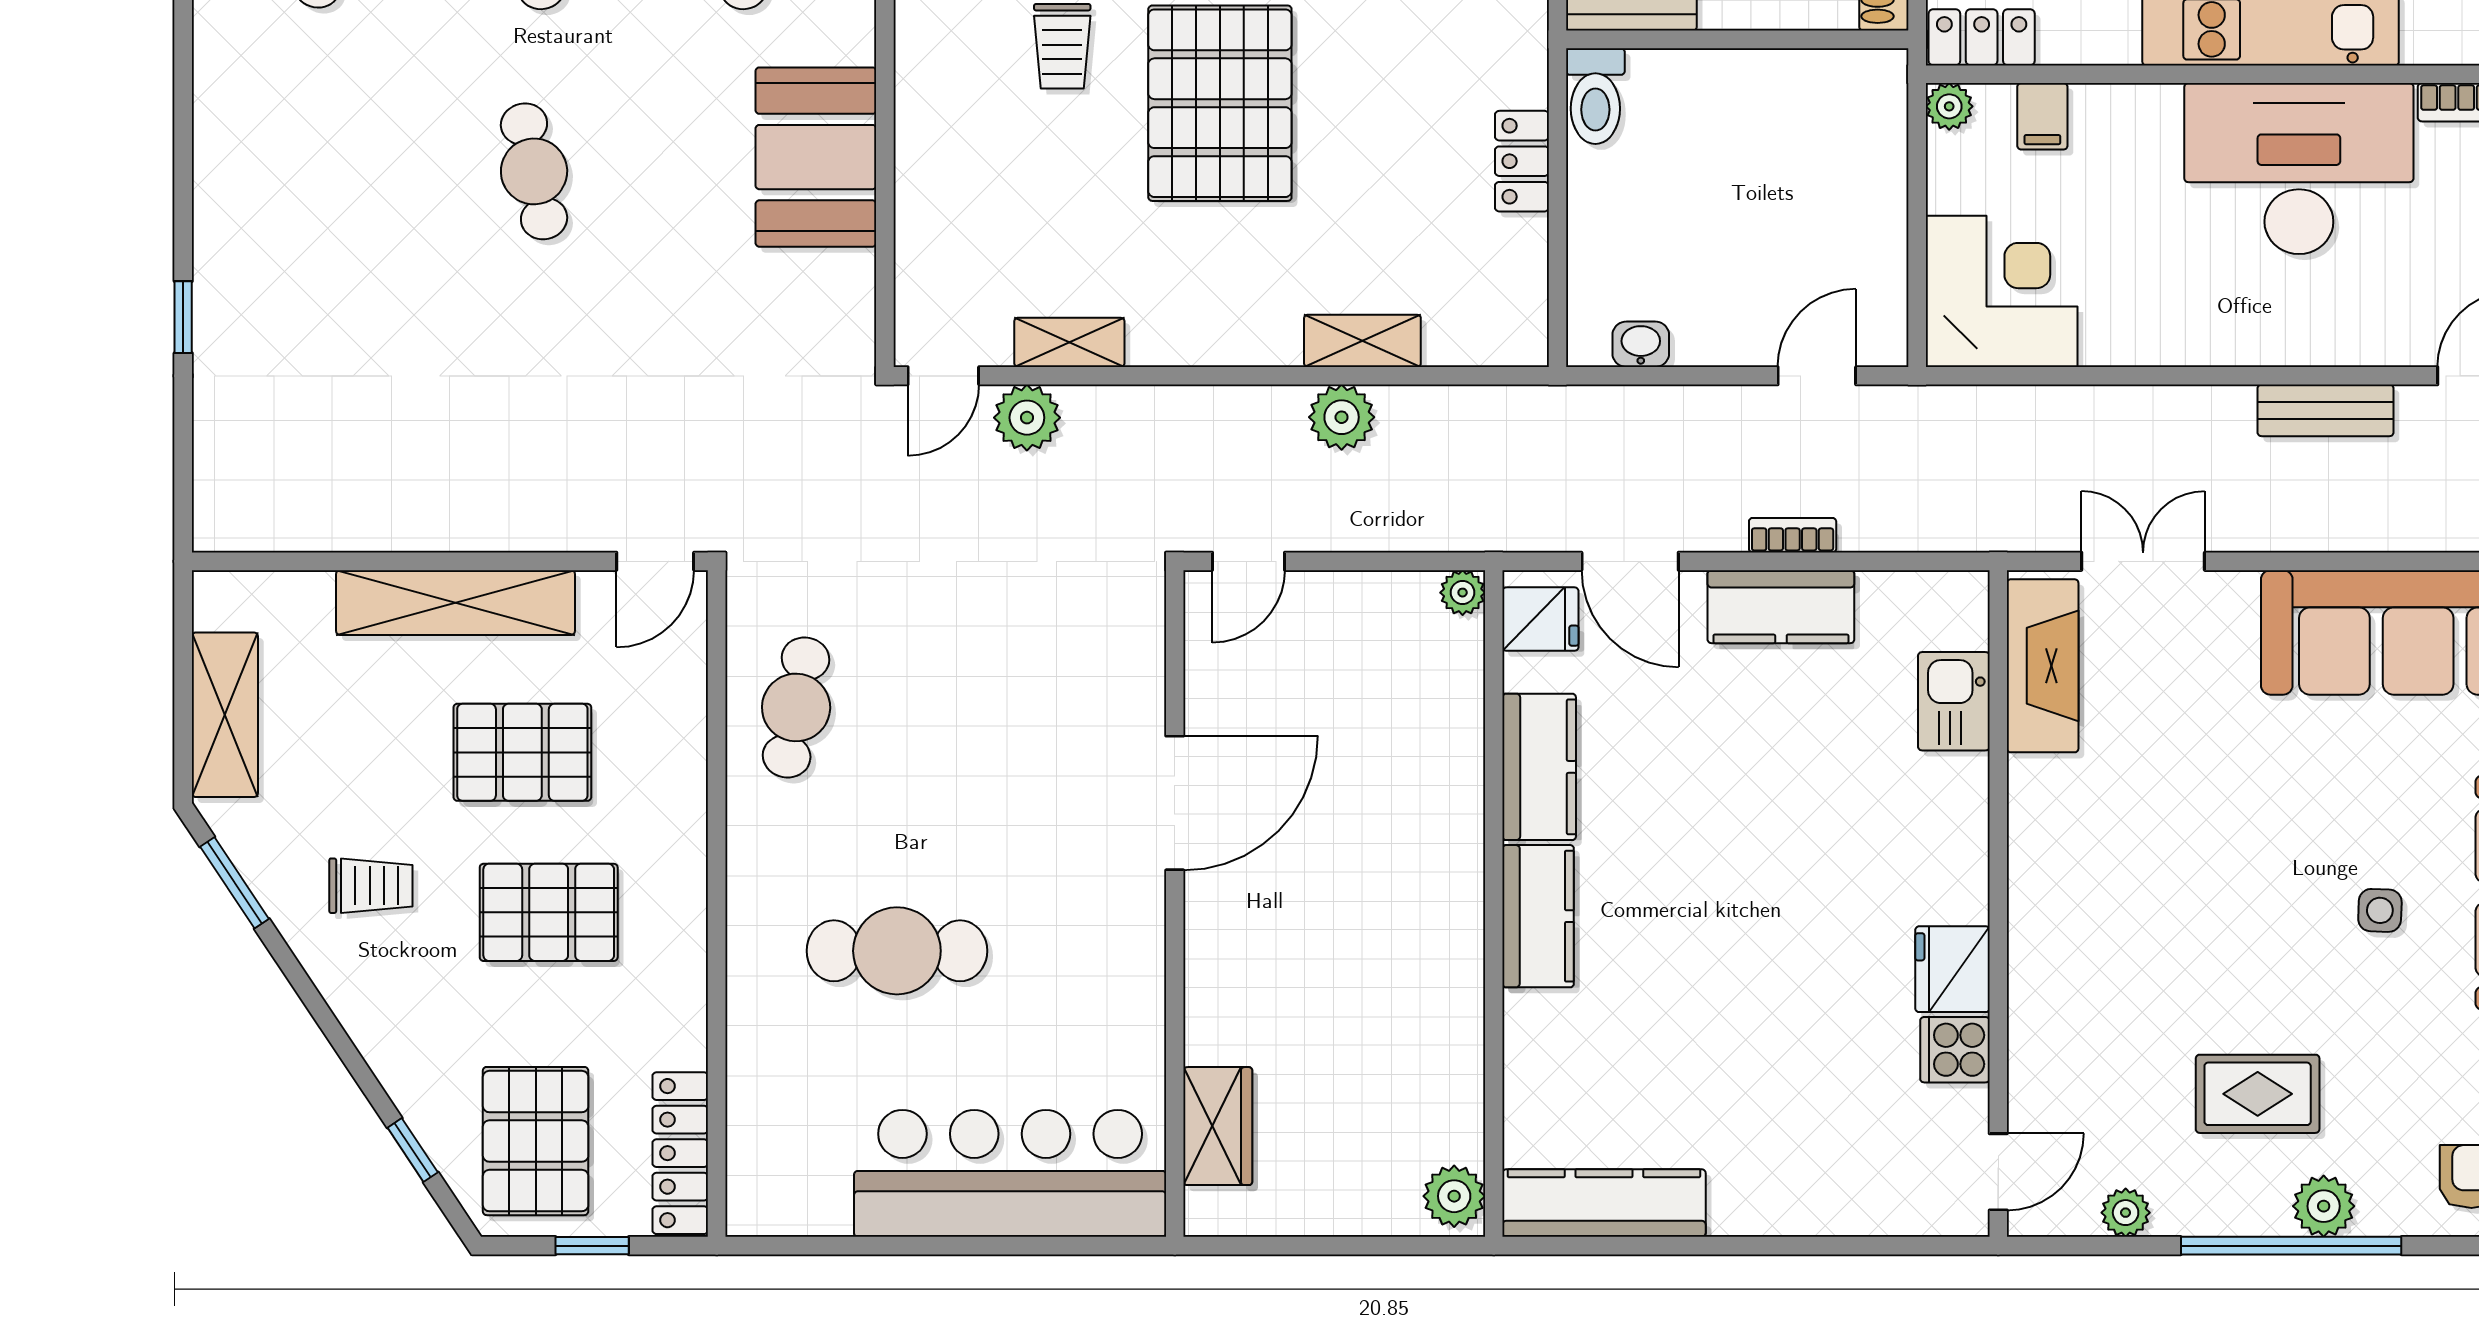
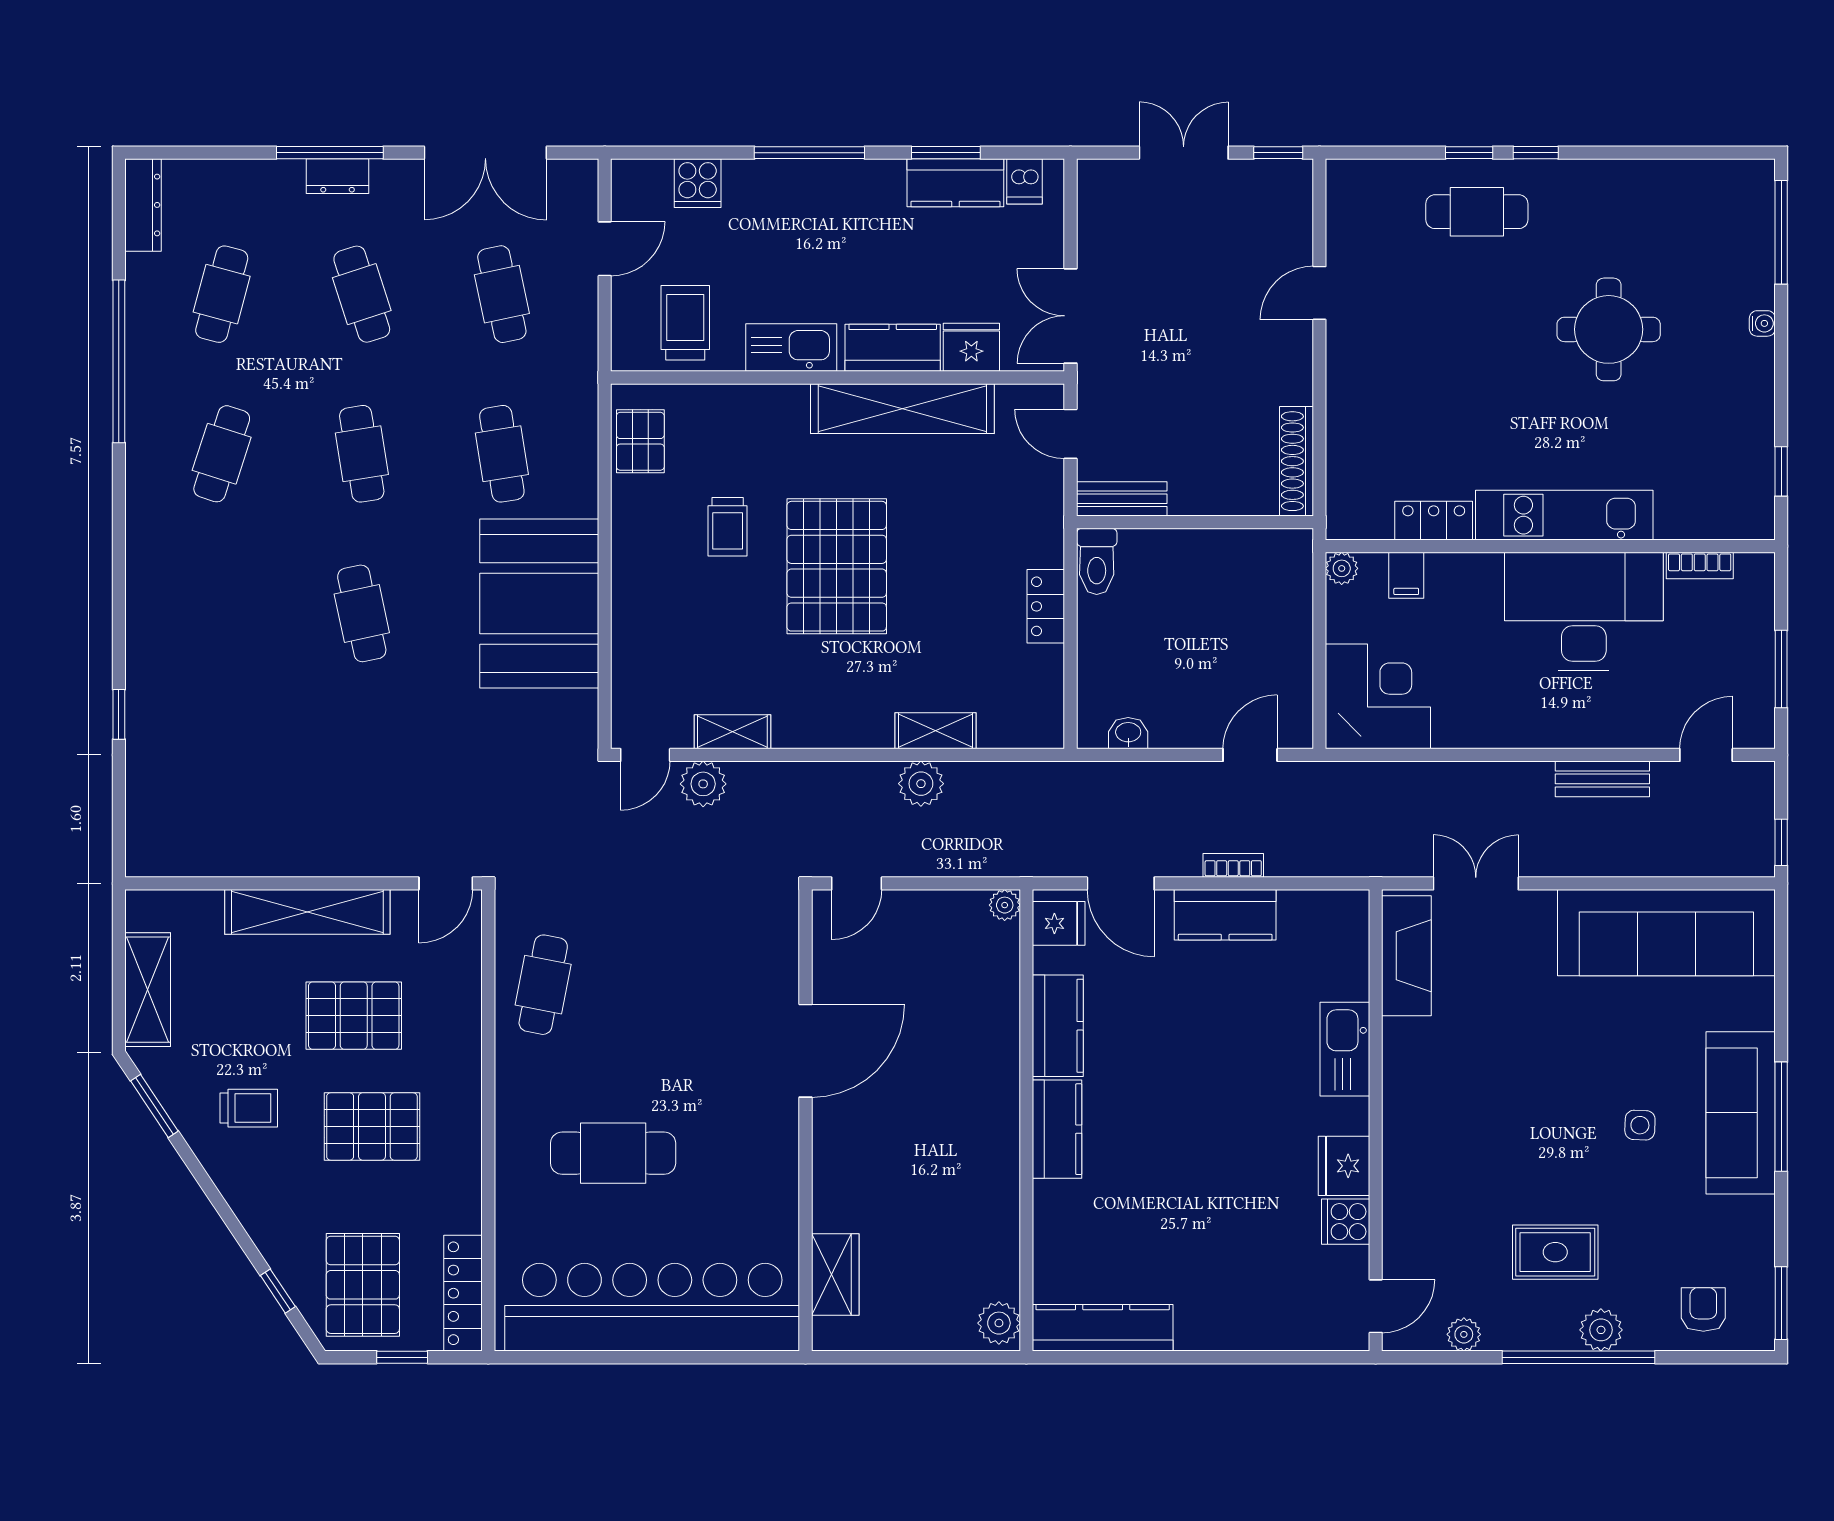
locker: (1982, 37) -> (1434, 521), moved
booth: (816, 157) -> (539, 604), width x1.36, depth x1.42
kitchen sink: (1954, 701) -> (1345, 1049), moved, width x1.38
bar counter: (1010, 1173) -> (652, 1307), width x1.36

